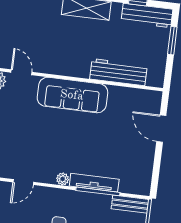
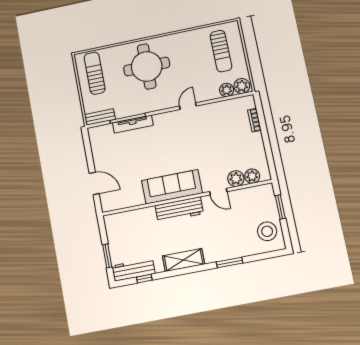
workbench: (118, 72) -> (179, 210), moved
plant: (63, 179) -> (158, 119), removed

